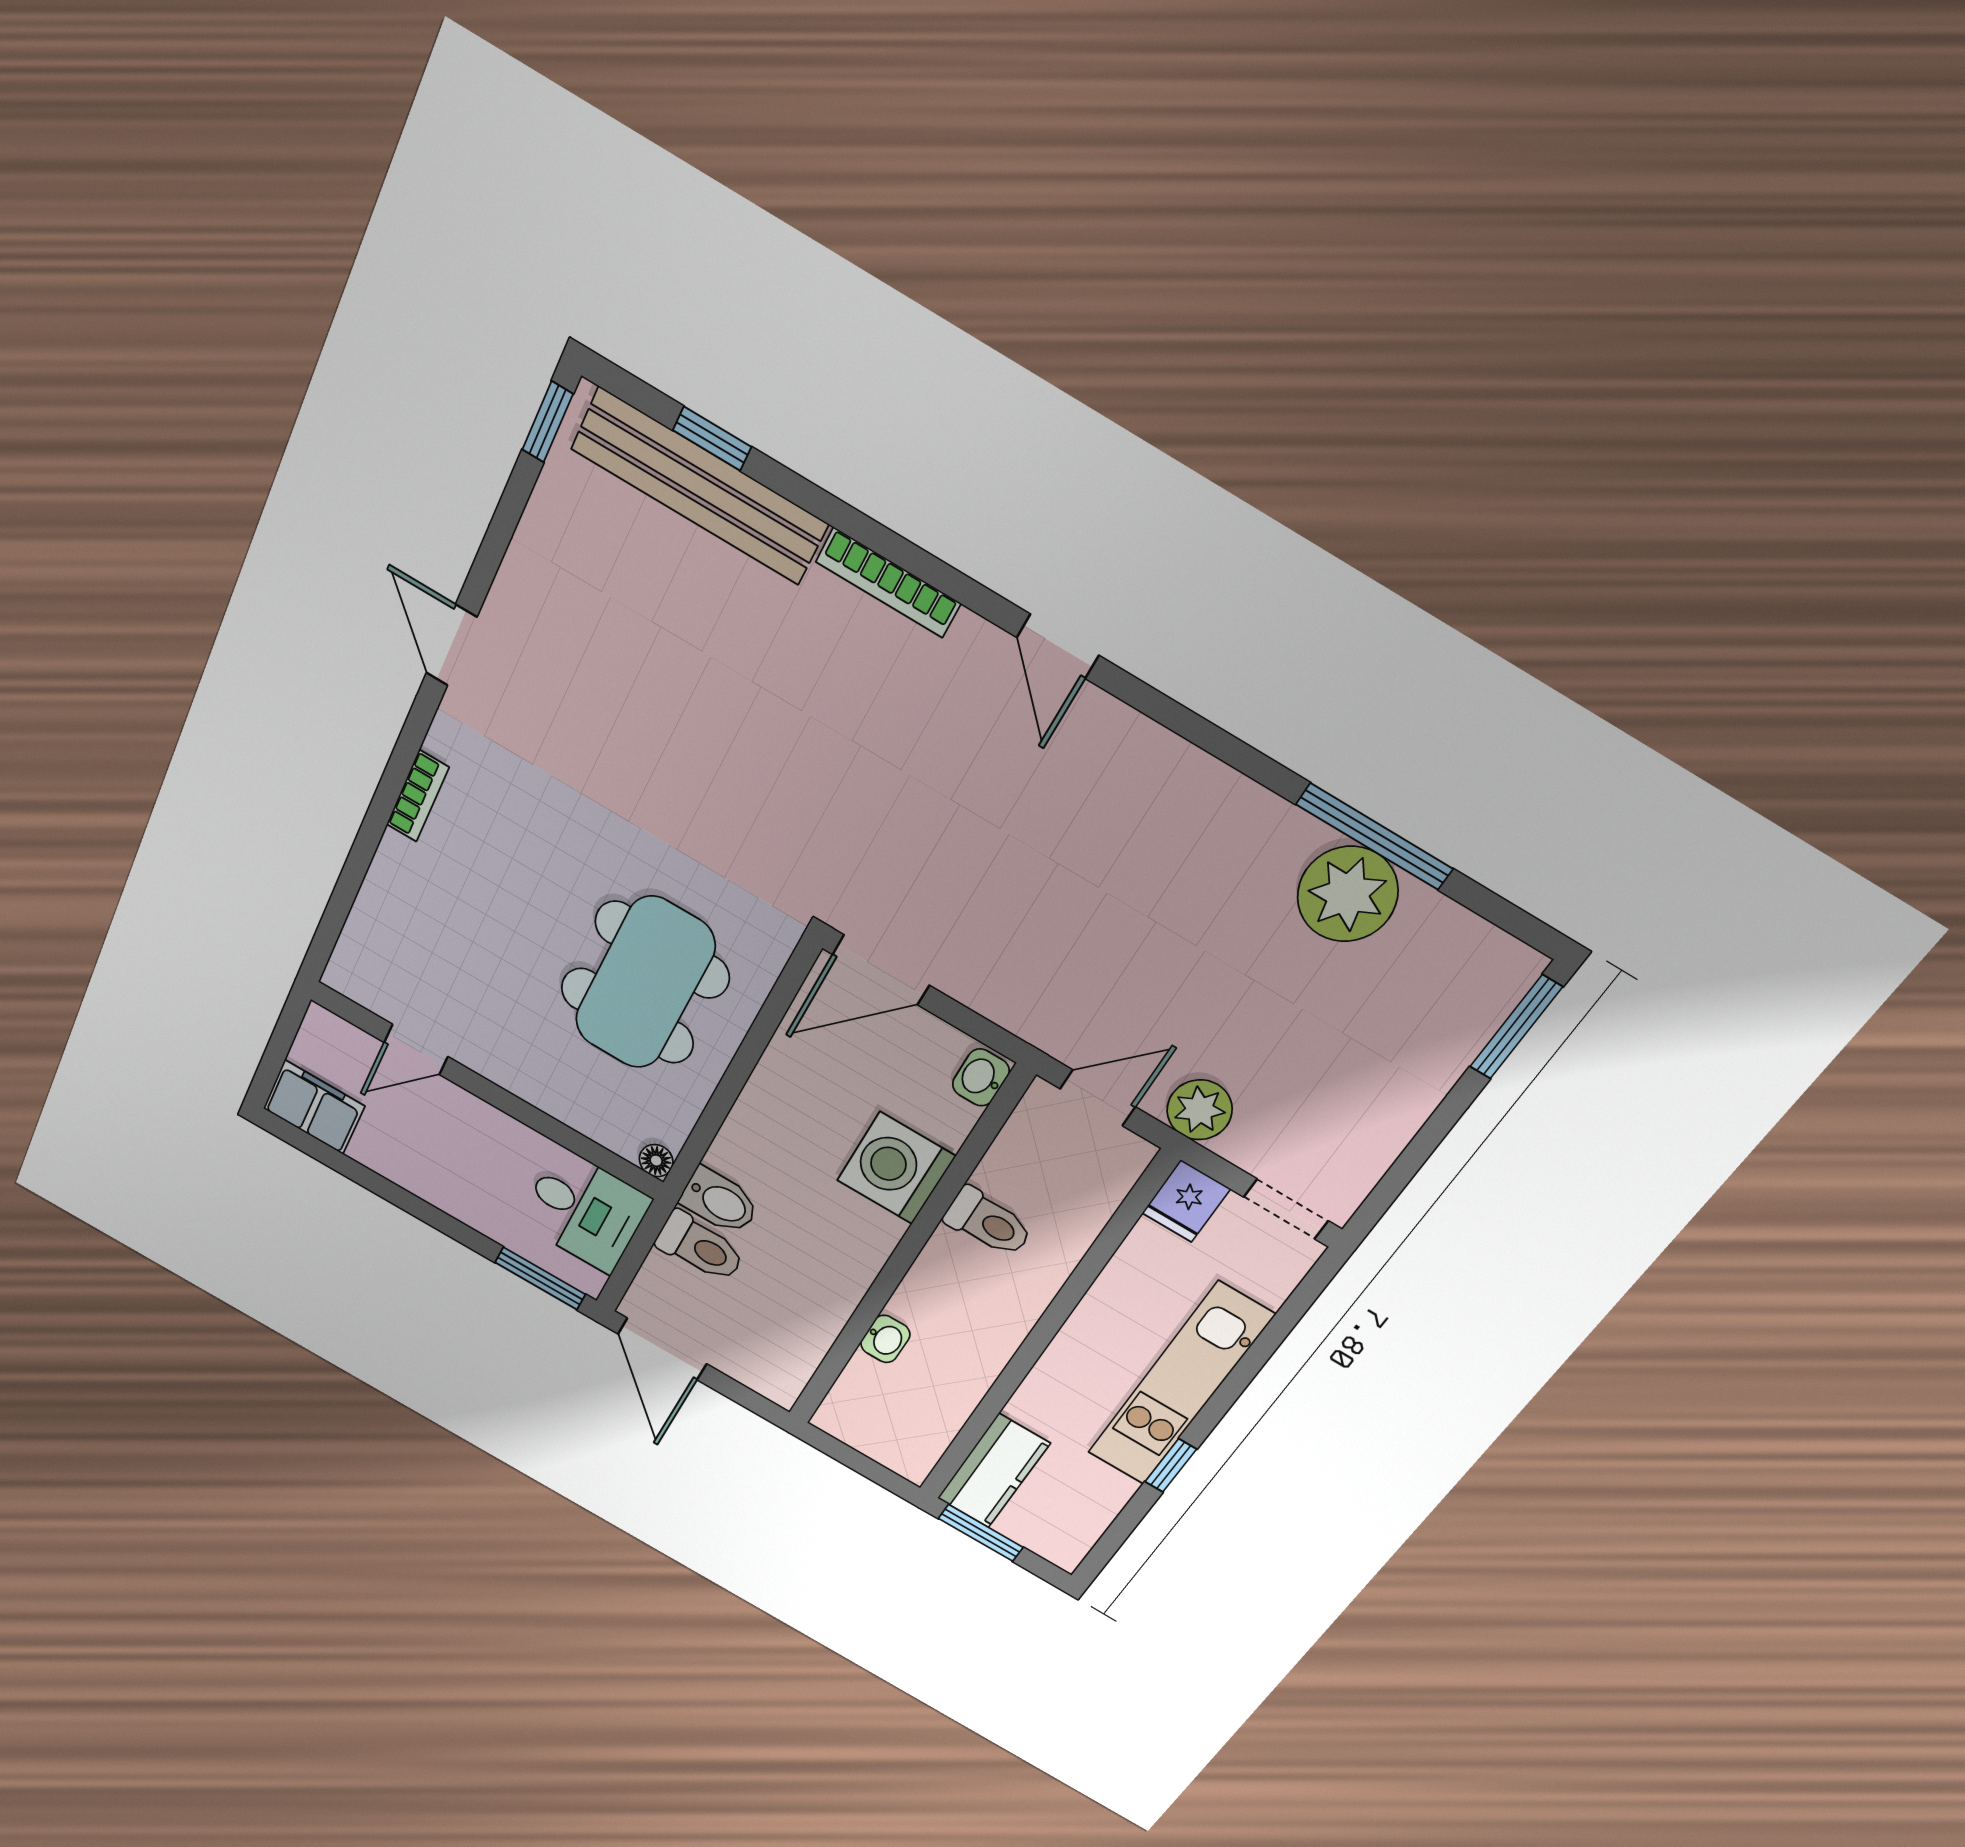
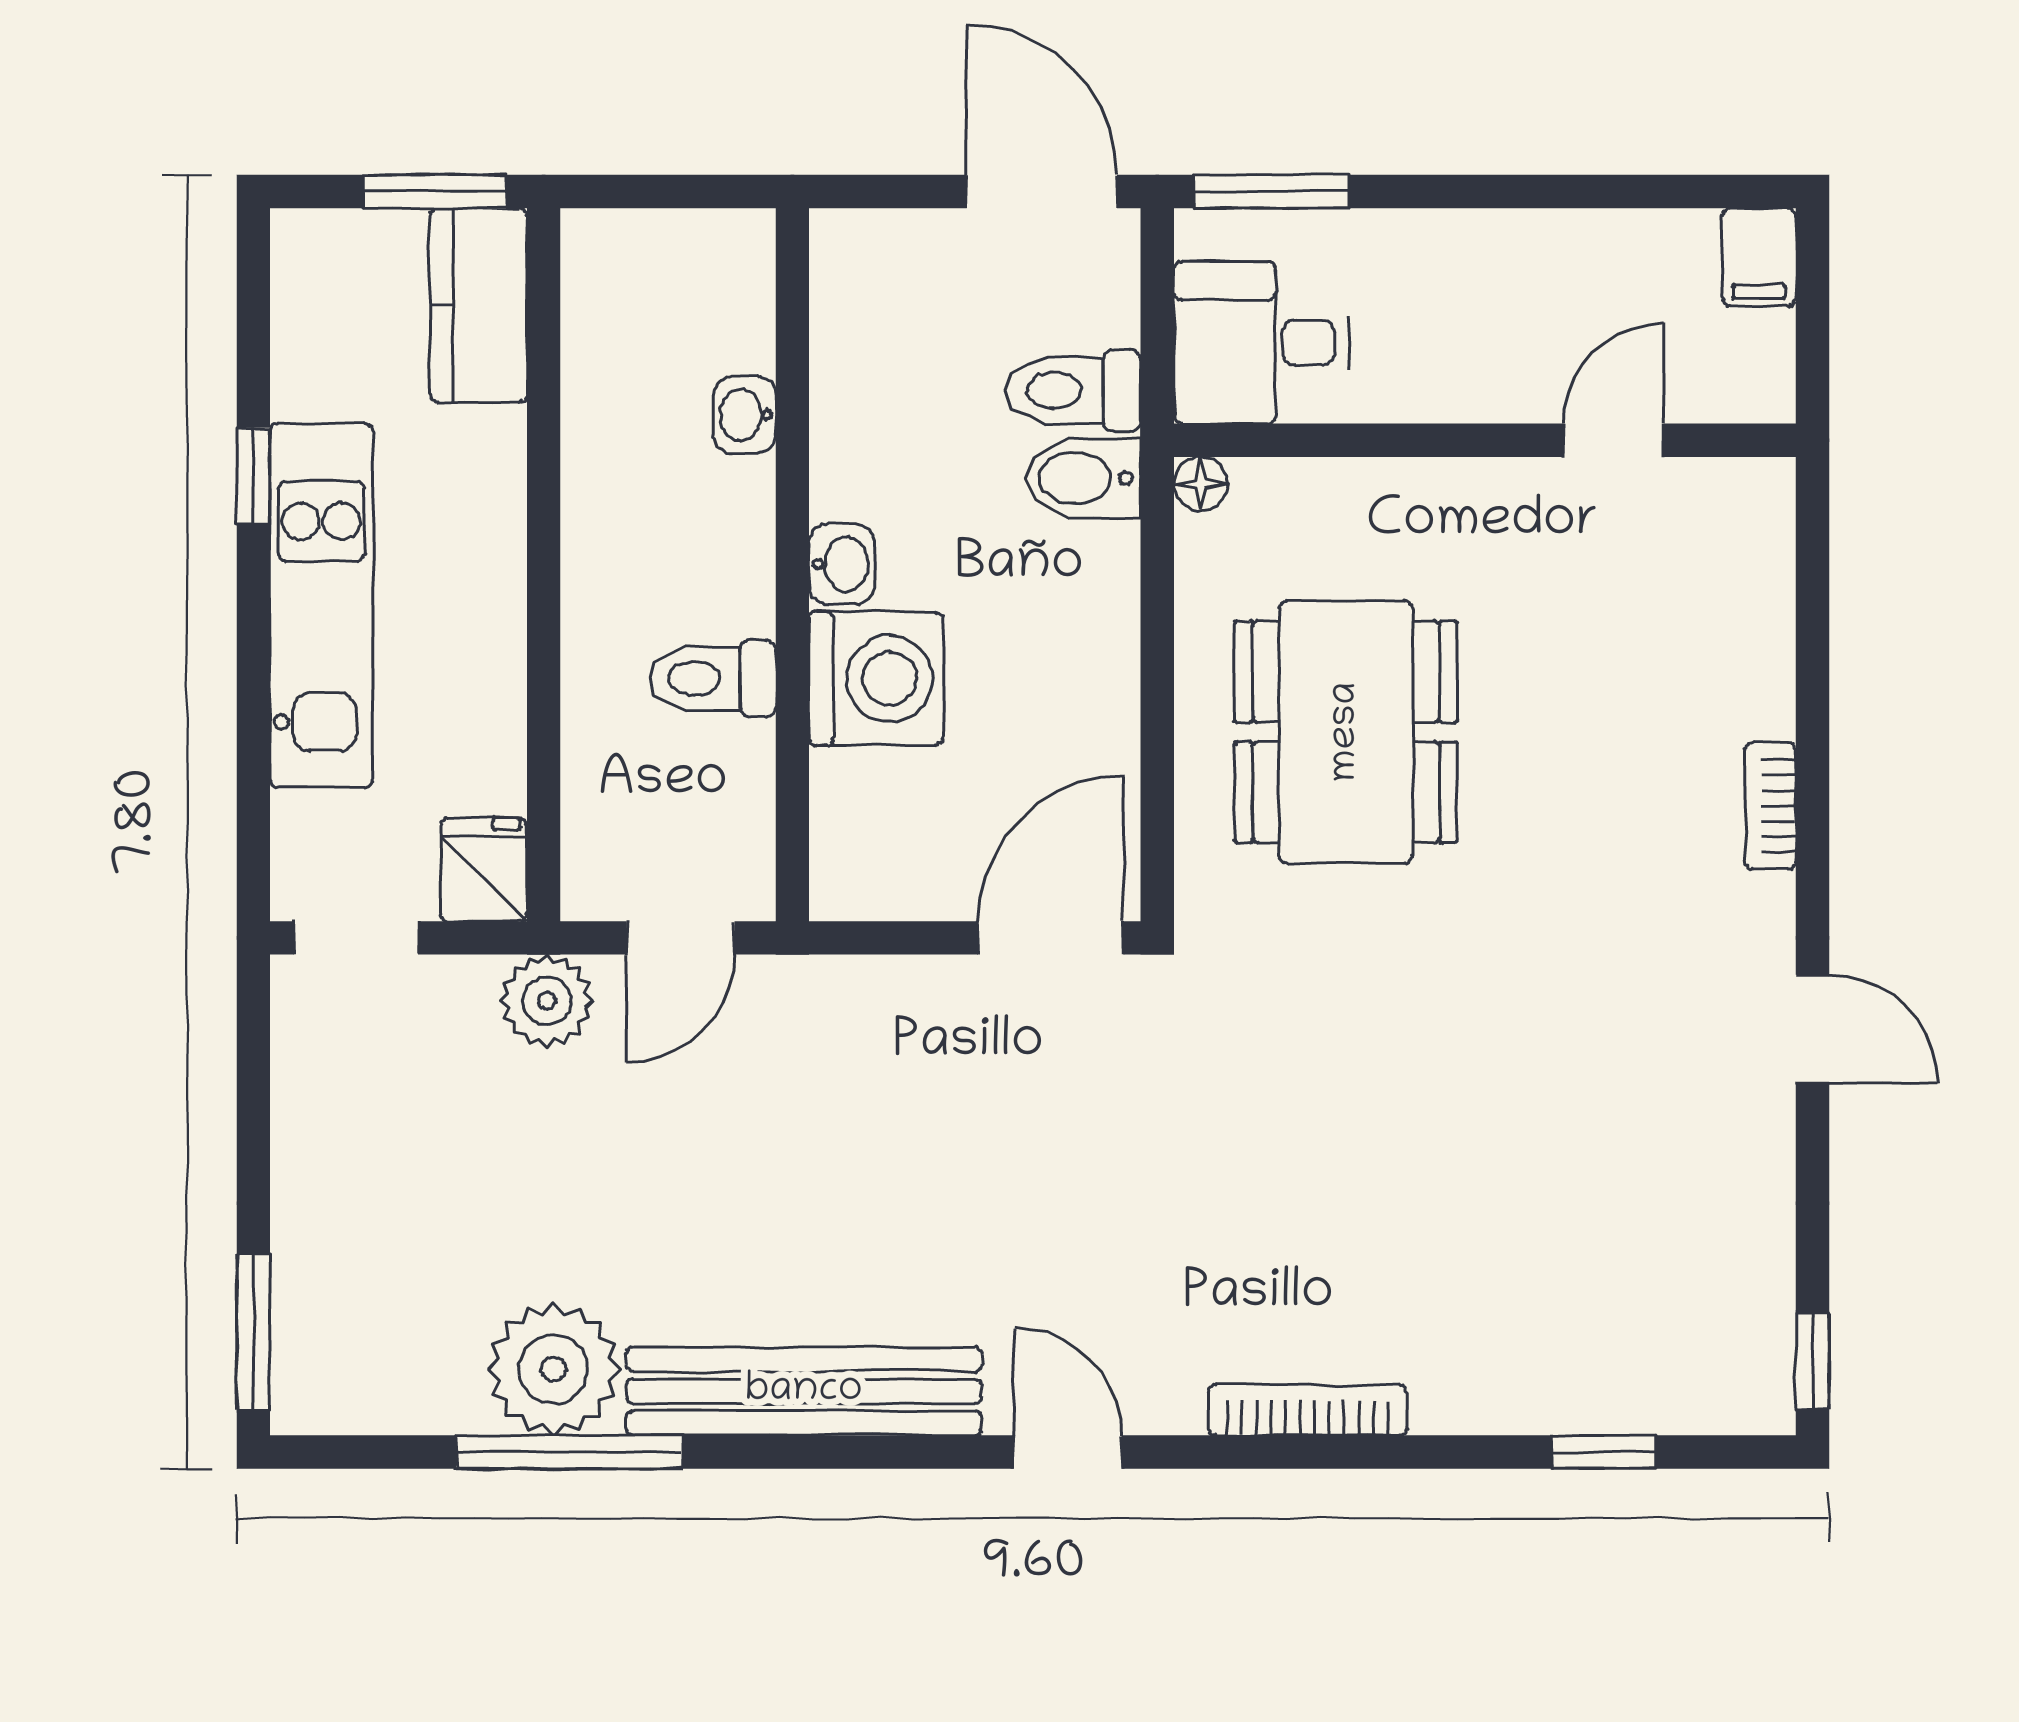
bench: (700, 486) -> (804, 1391), moved
washbasin: (981, 1077) -> (842, 564), moved
filing cabinet: (314, 1107) -> (1759, 257), width x0.50

